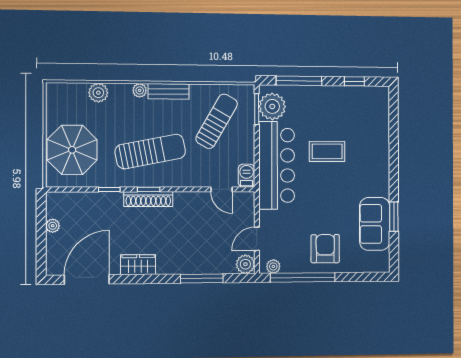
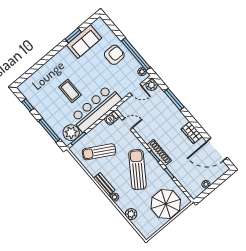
sun lounger: (150, 151) -> (137, 170), turned 46
door: (221, 189) -> (127, 124), hinge flipped
armchair: (325, 249) -> (114, 55), turned 180

